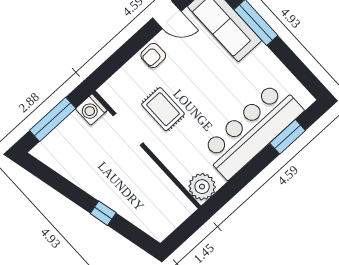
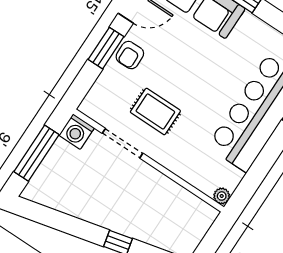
window: (134, 44) -> (106, 48), added
plant: (202, 187) -> (222, 196), width x0.53, depth x0.53

